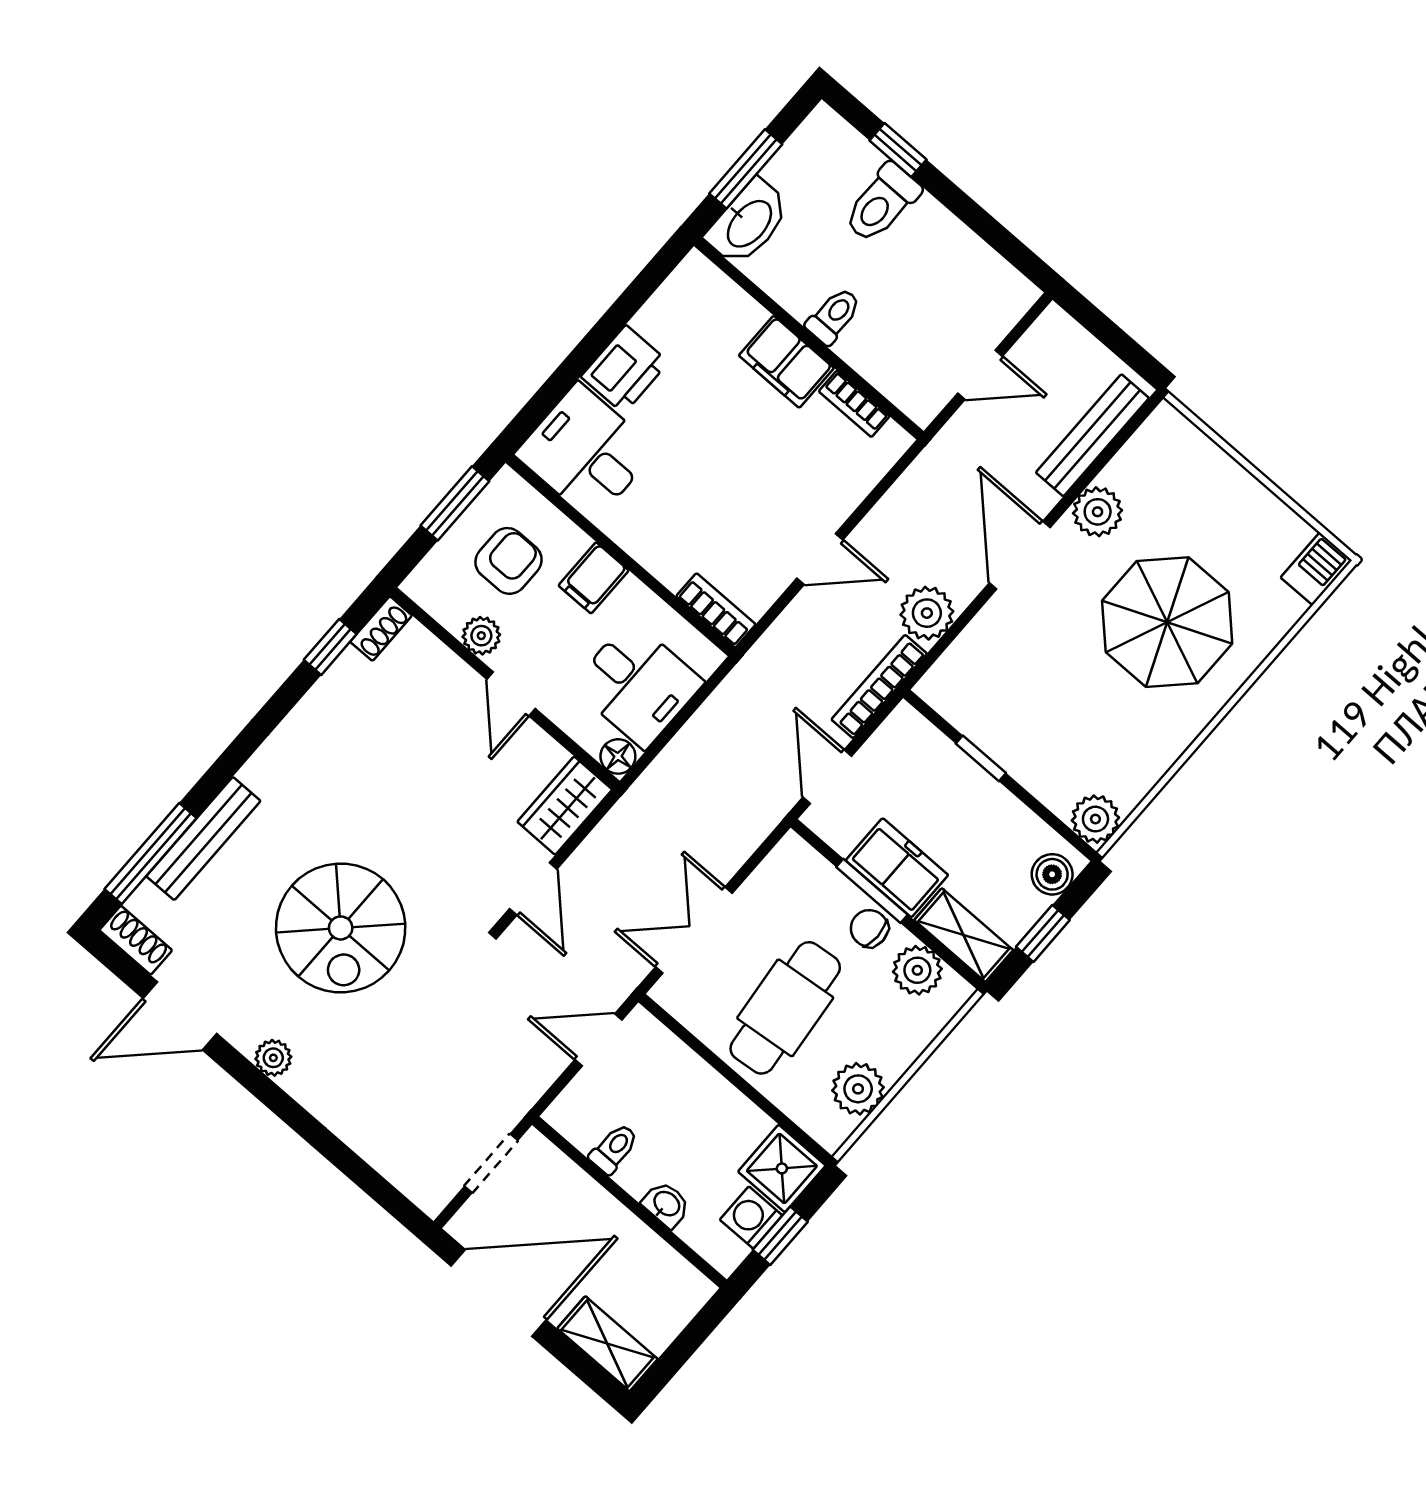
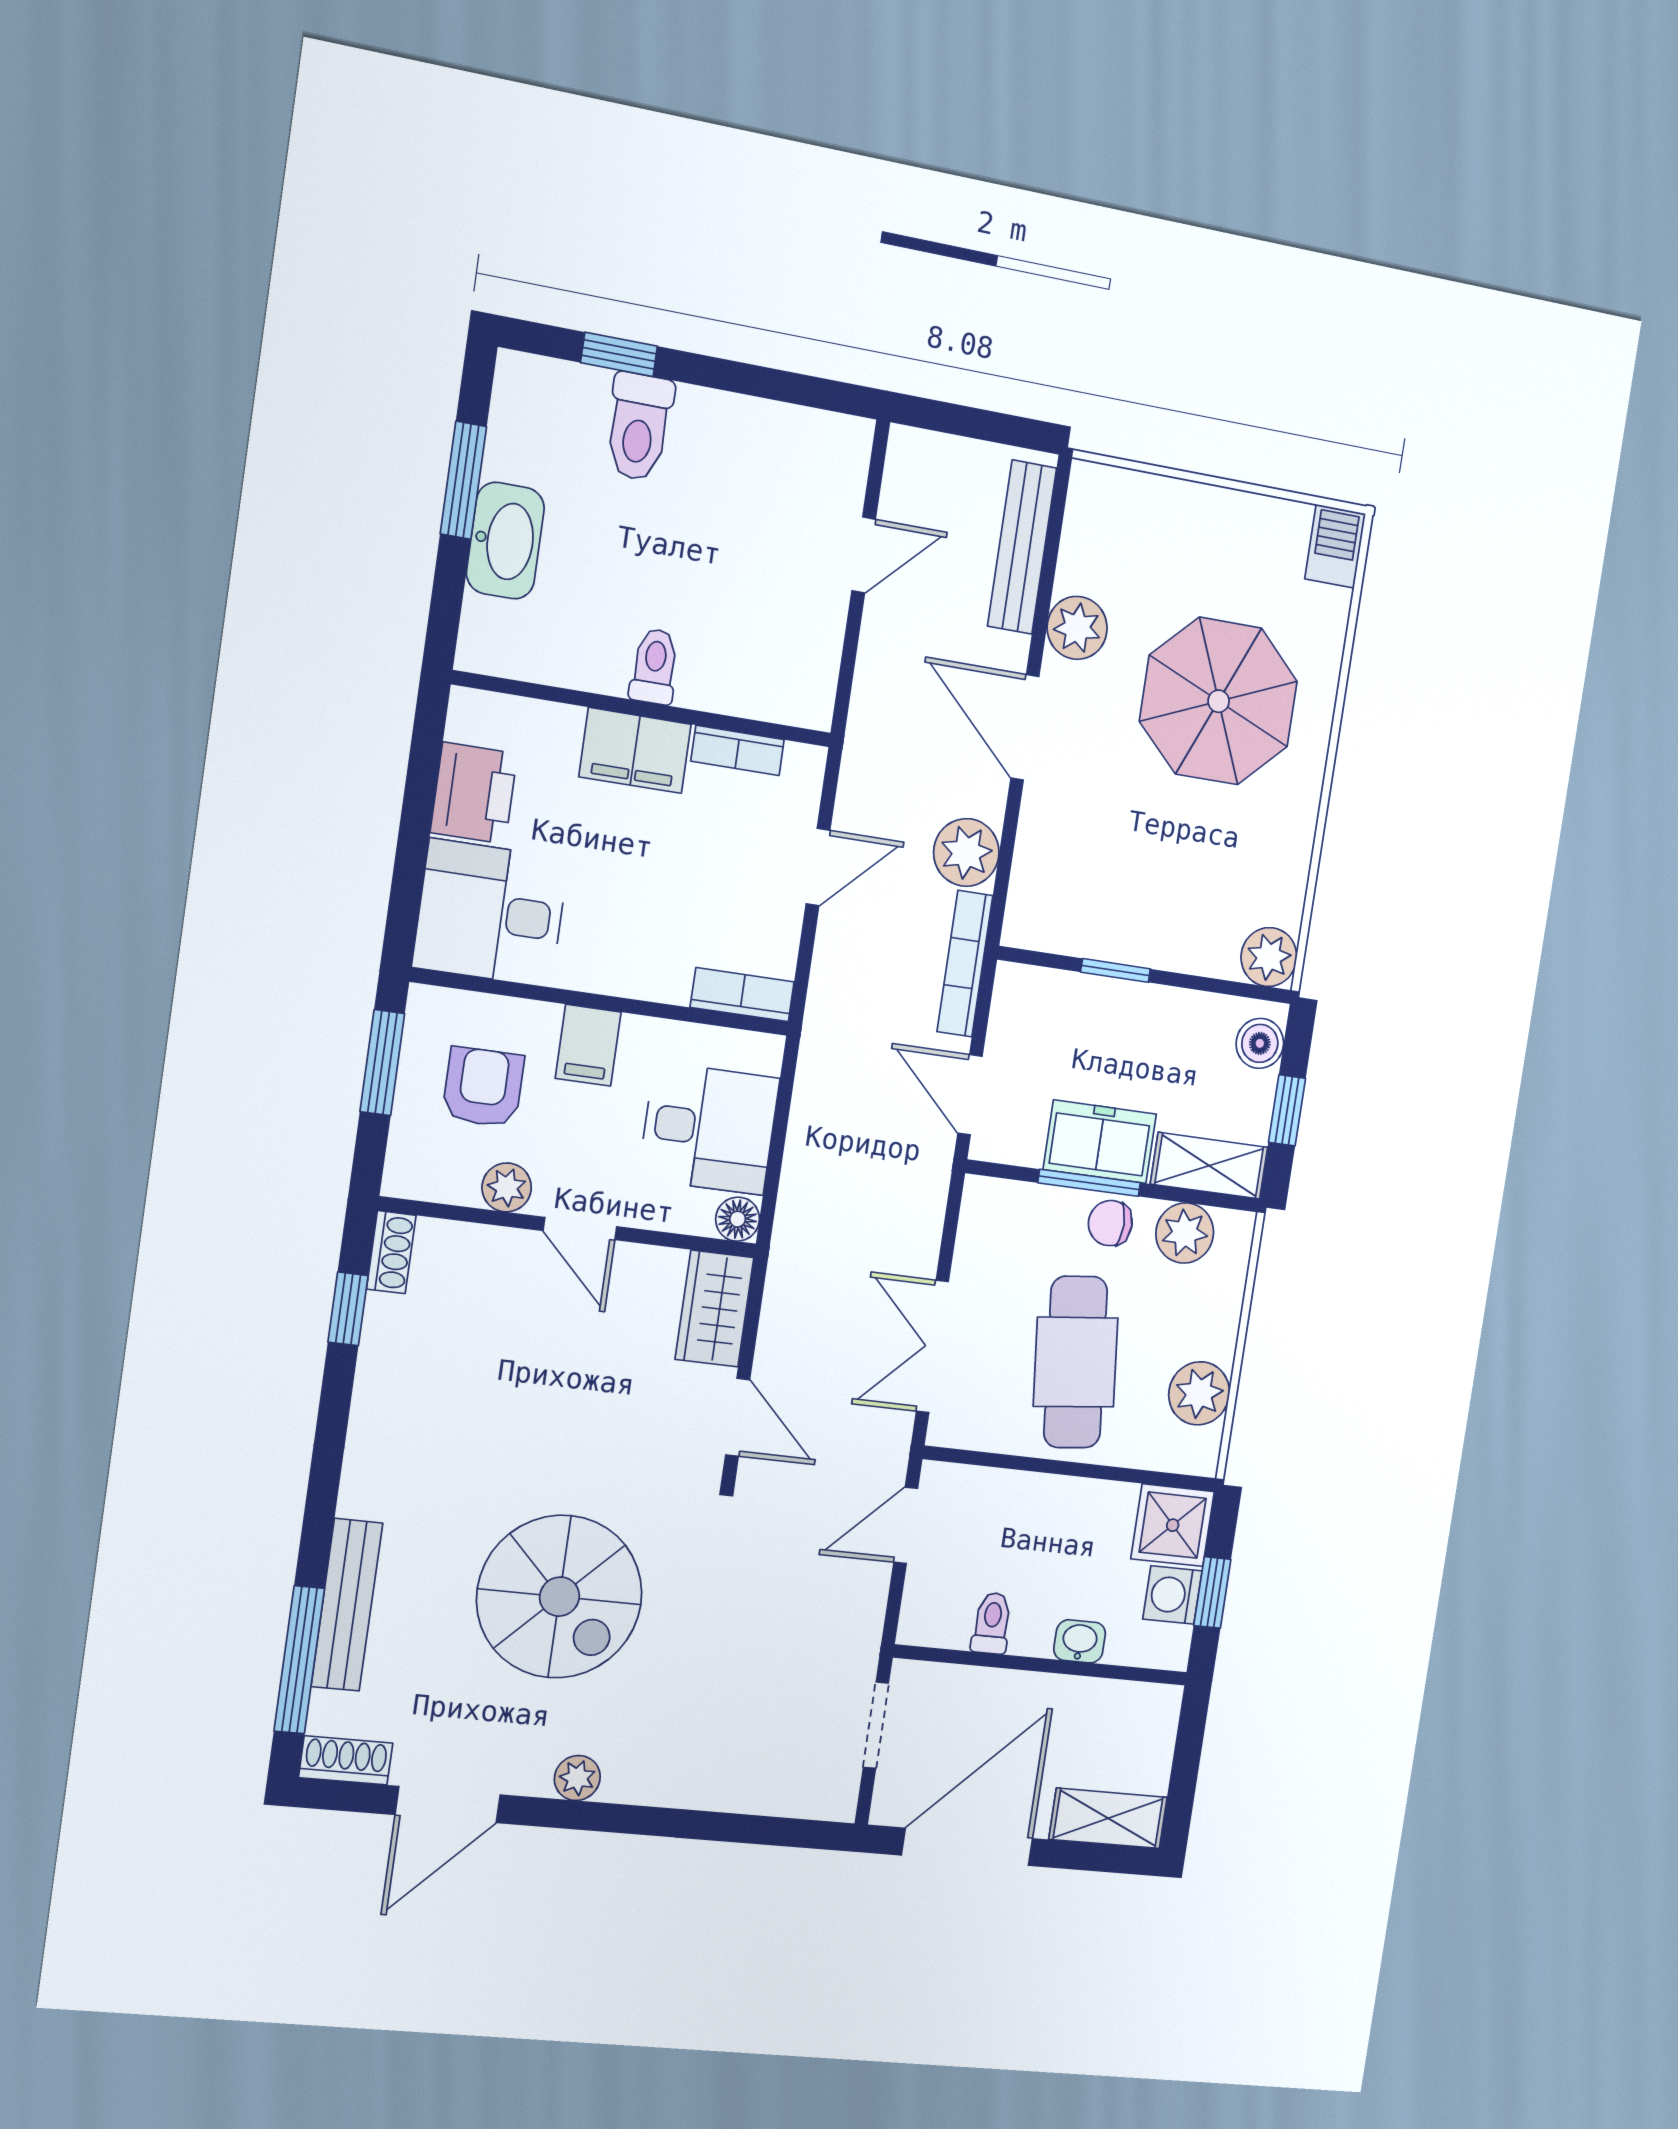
toilet: (834, 316) -> (654, 666), moved
wall: (809, 339) -> (643, 709), moved
filing cabinet: (786, 362) -> (635, 750), moved
bookcase: (854, 404) -> (738, 750), moved

